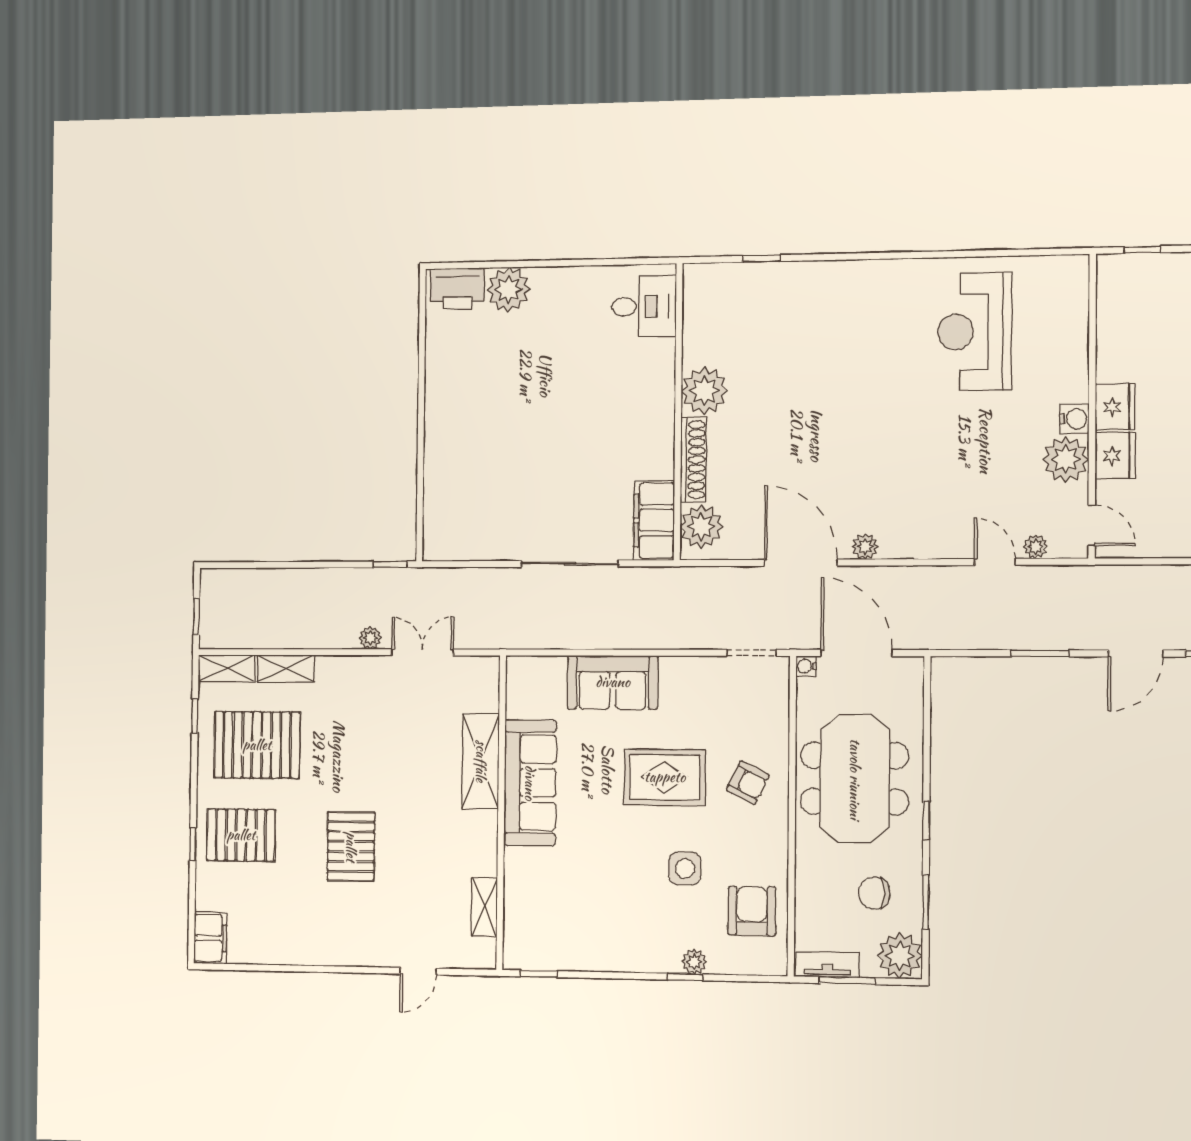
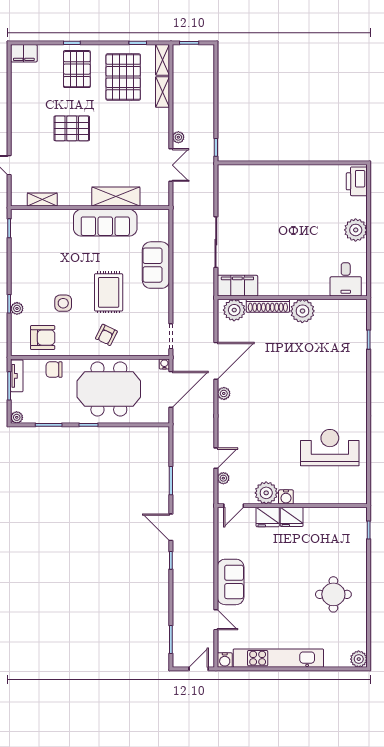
plant: (508, 290) -> (356, 230), moved
chair: (874, 893) -> (54, 370), moved, turned -90
plant: (900, 956) -> (17, 417), width x0.53, depth x0.53

